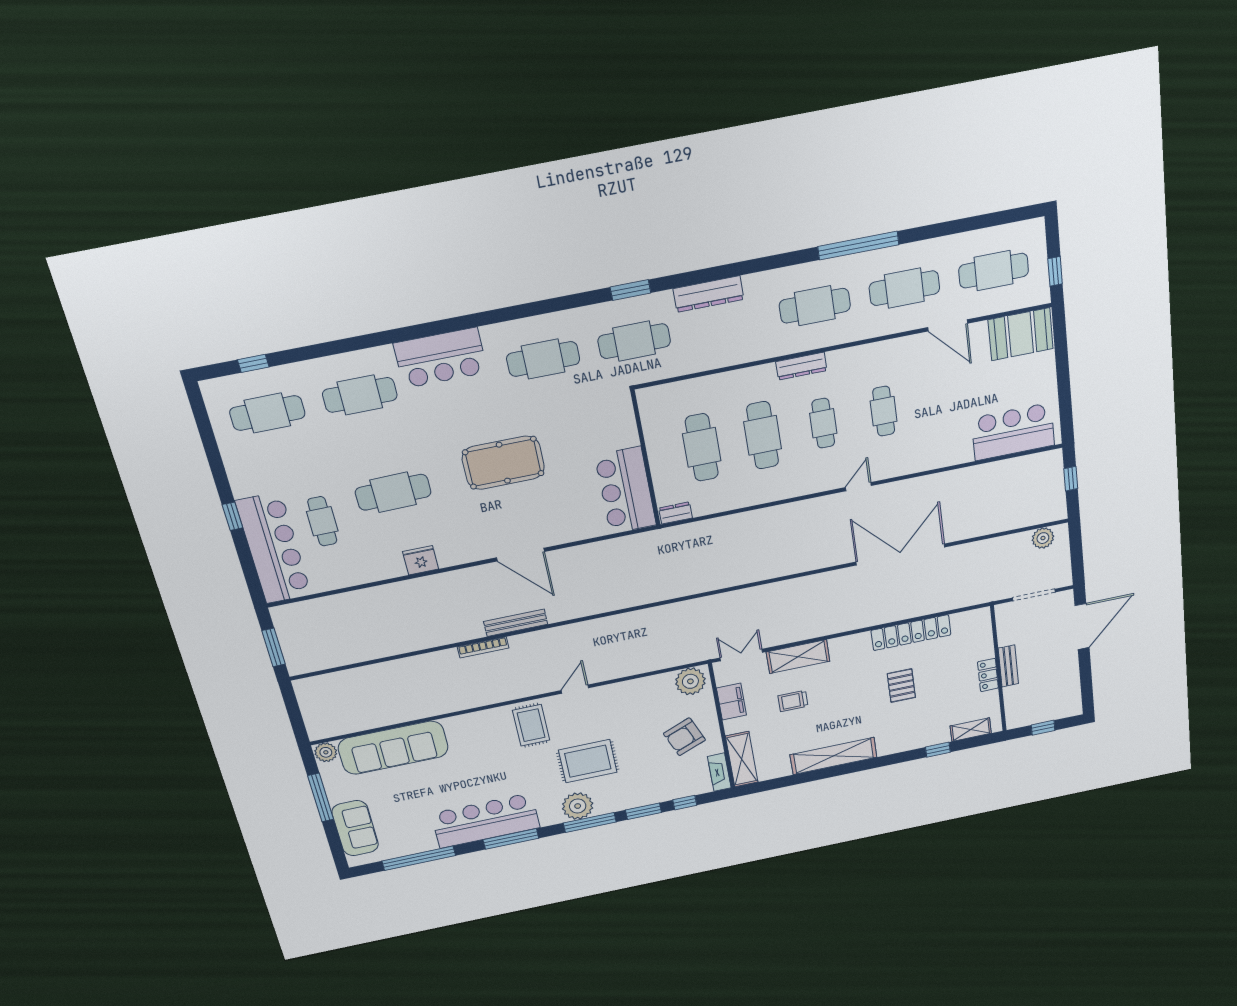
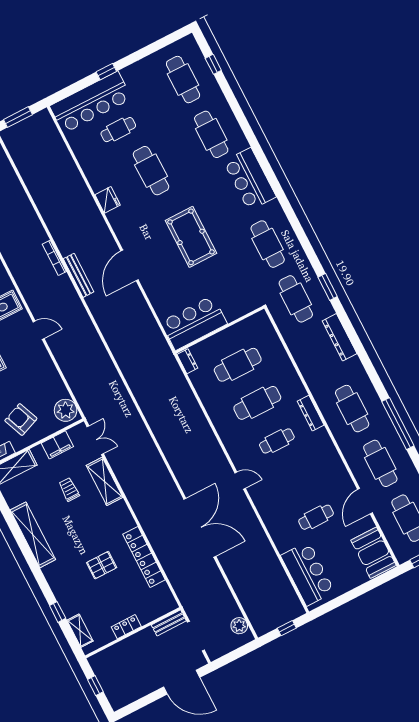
cafe table: (884, 411) -> (316, 517), moved
bench: (1008, 666) -> (169, 623), moved

